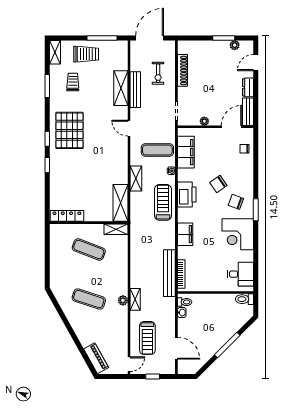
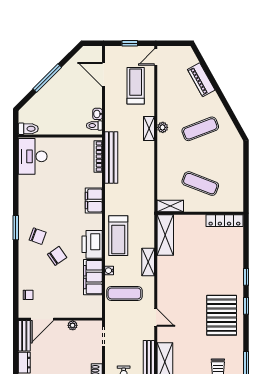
filing cabinet: (186, 152) -> (93, 277), moved
corner desk: (238, 234) -> (36, 200), removed
desk: (240, 274) -> (33, 156), width x1.37
exercise mat: (89, 299) -> (200, 129), turned -39
piano: (96, 358) -> (201, 80), moved

